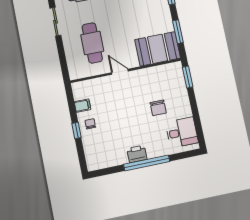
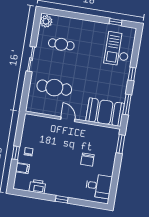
cafe table: (92, 43) -> (54, 88), turned 90
filing cabinet: (82, 106) -> (22, 168), moved
printer: (137, 154) -> (37, 186), moved
window: (147, 163) -> (62, 199), width x0.32

